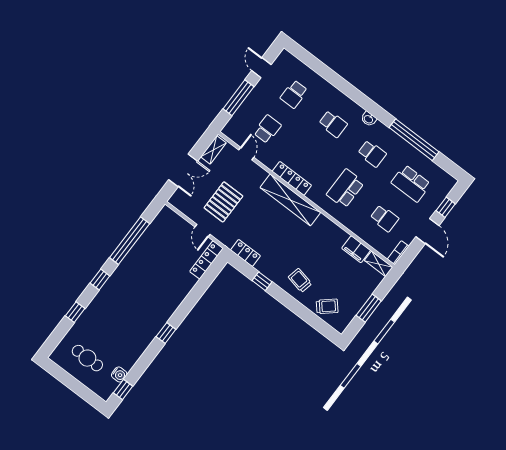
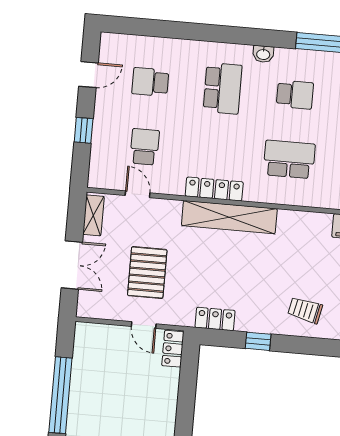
door: (261, 68) -> (88, 75), swing flipped
school desk: (294, 94) -> (150, 82), turned 90
window: (238, 98) -> (84, 130), width x0.46
school desk: (333, 124) -> (223, 88), width x1.85
school desk: (345, 189) -> (289, 159), turned 90
locker: (206, 260) -> (173, 349), width x0.66

